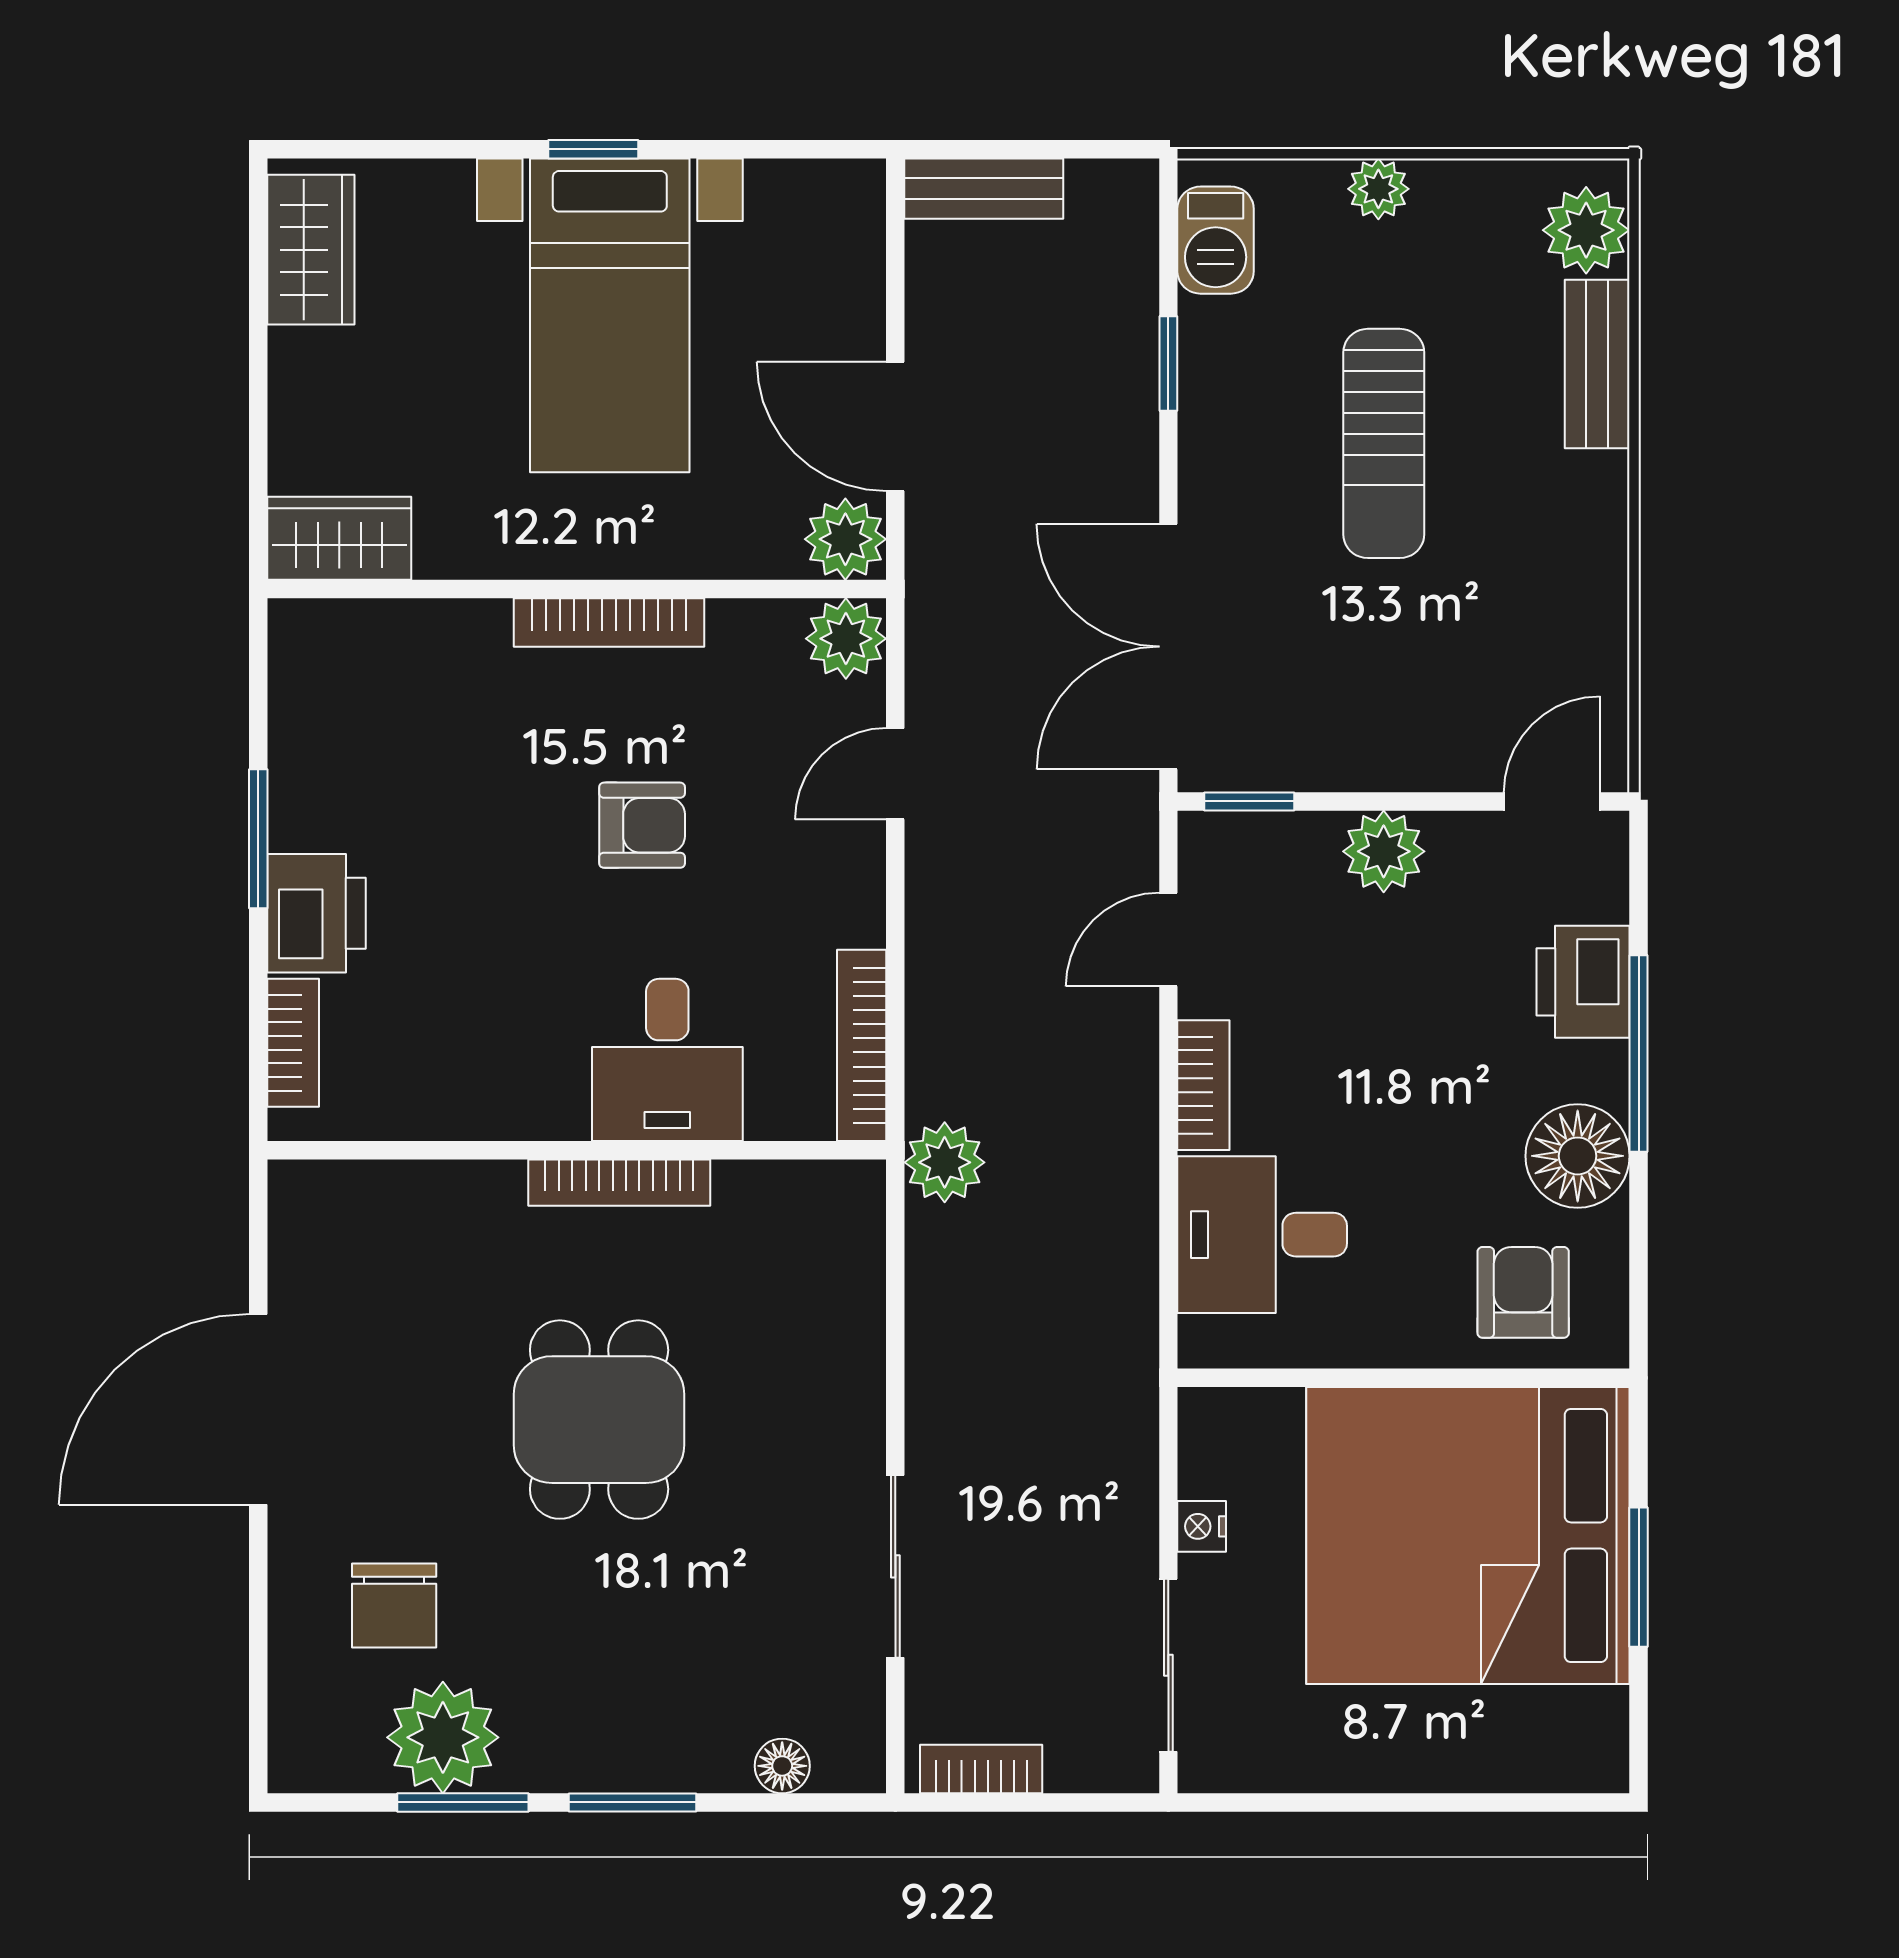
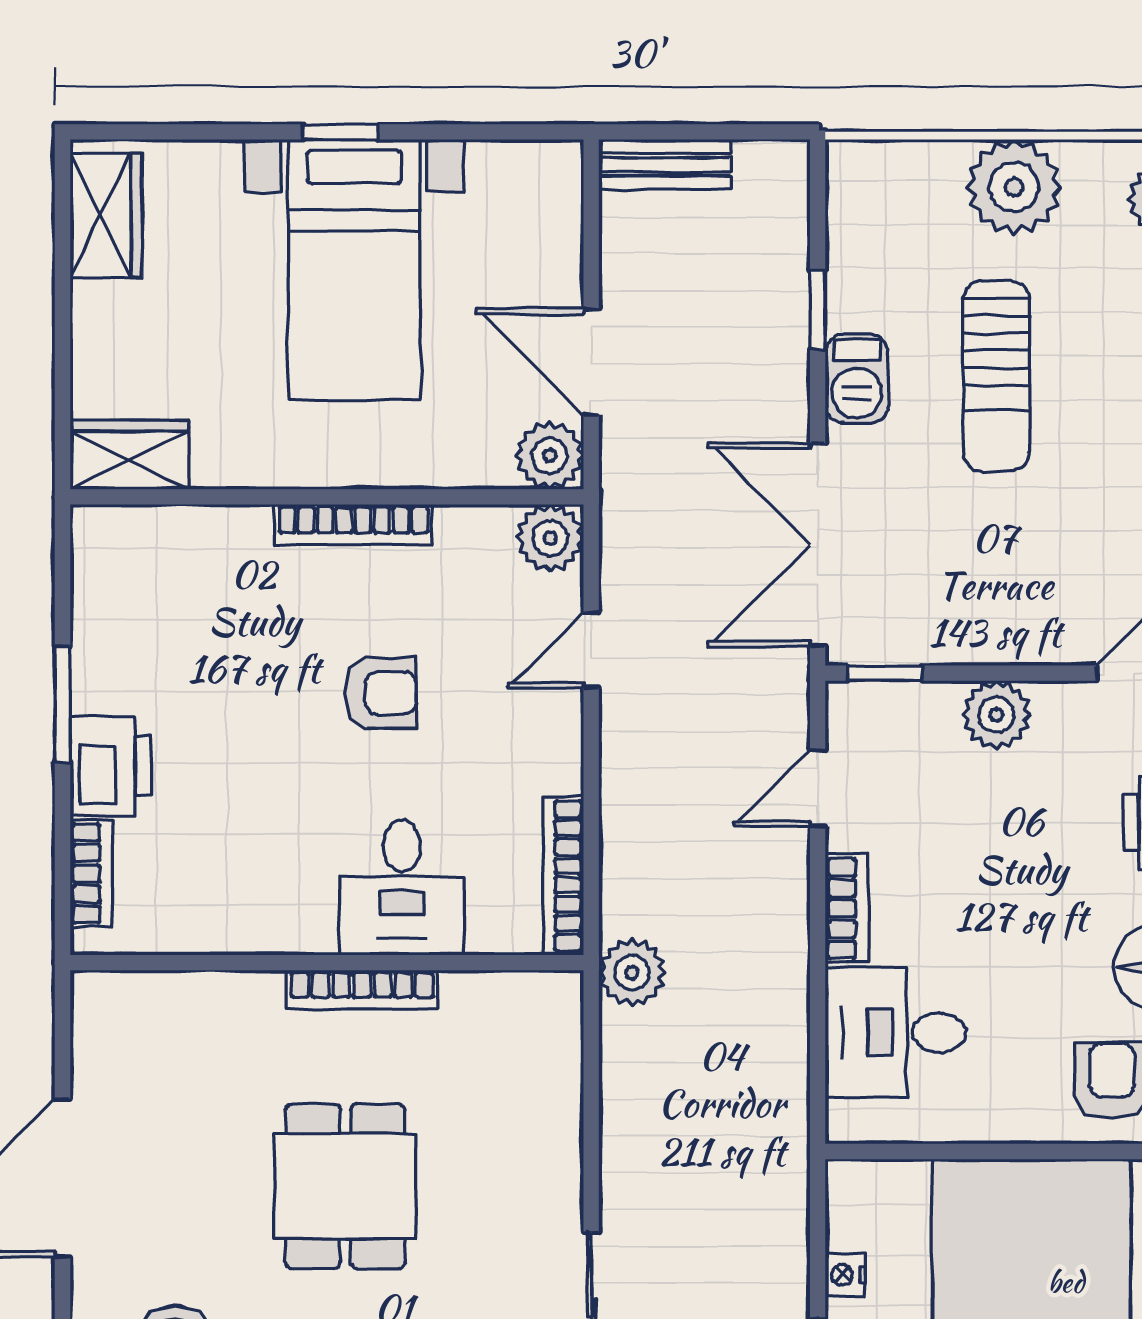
plant: (1378, 189) -> (1014, 187), width x1.87, depth x1.87
barbecue: (1216, 240) -> (857, 379), moved

